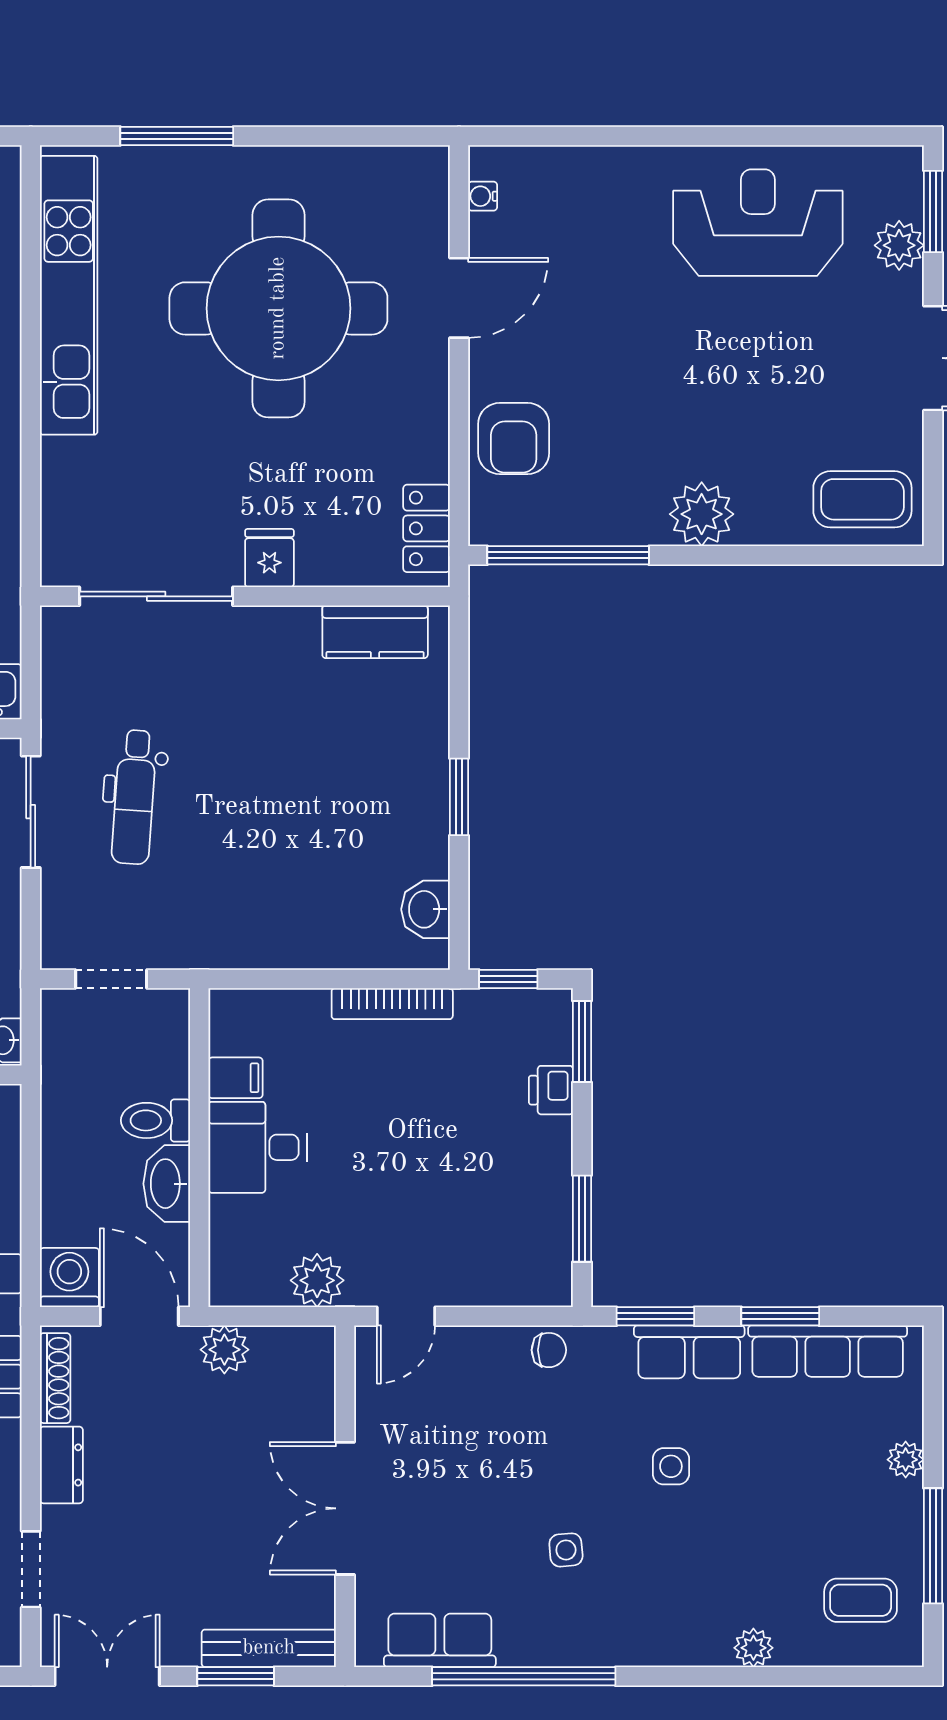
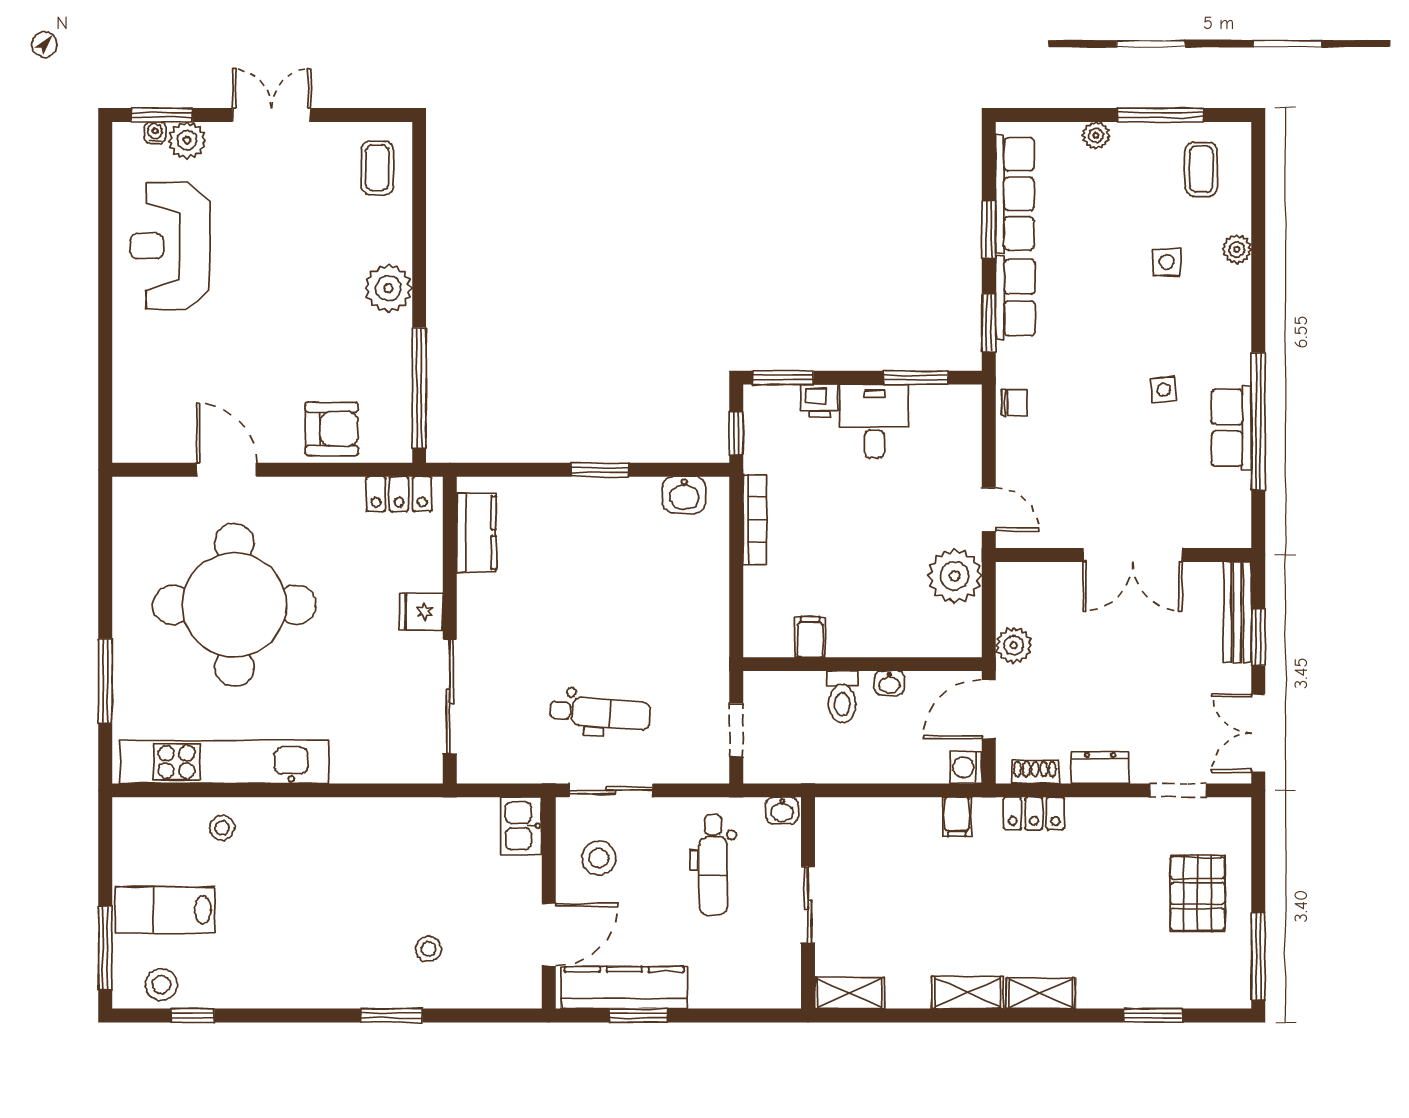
water cooler: (483, 196) -> (155, 133), moved, turned 180
coffee table: (862, 499) -> (377, 168), width x0.73, depth x0.77
desk: (257, 1147) -> (874, 421), moved, turned 180
washbasin: (167, 1184) -> (889, 683), width x0.52, depth x0.69
washing machine: (69, 1278) -> (966, 767), width x0.73, depth x0.73
plant: (317, 1280) -> (955, 576), width x1.36, depth x1.36
chair: (549, 1350) -> (1014, 402), turned 90
shoe rack: (55, 1378) -> (1035, 772), width x0.70
side table: (671, 1466) -> (1167, 262), moved
row of seats: (440, 1640) -> (1231, 428), moved

